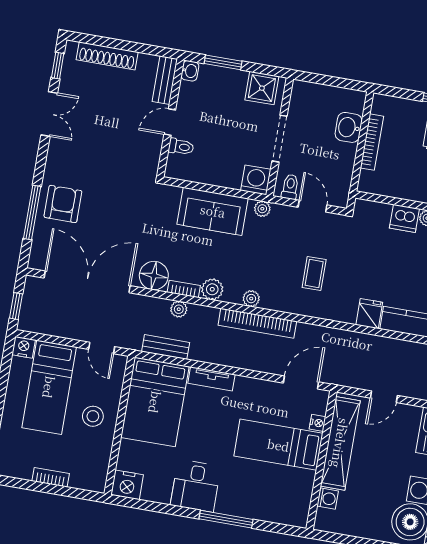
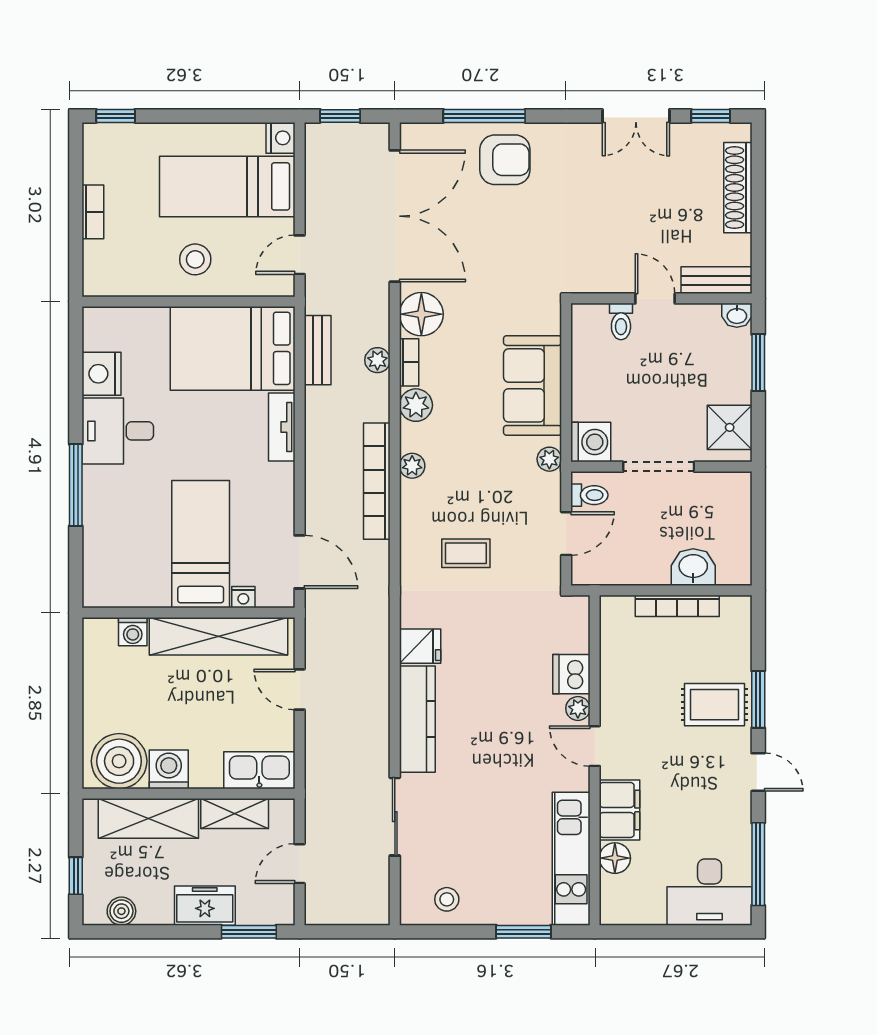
nightstand: (127, 485) -> (101, 374), moved

